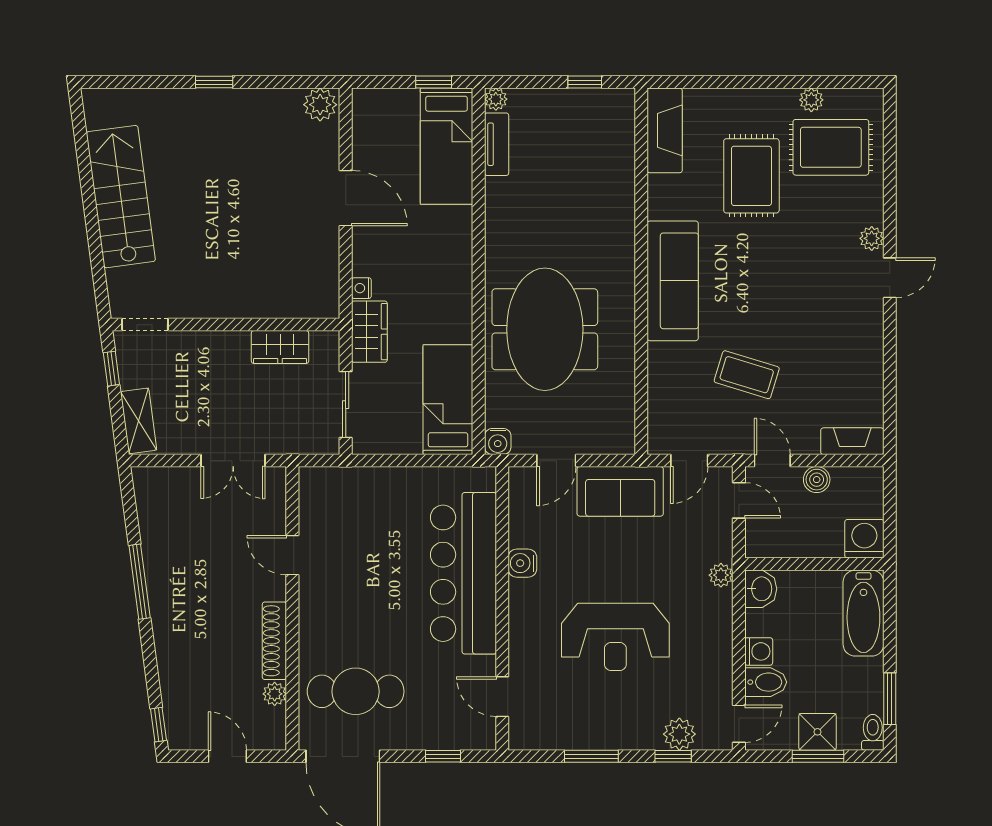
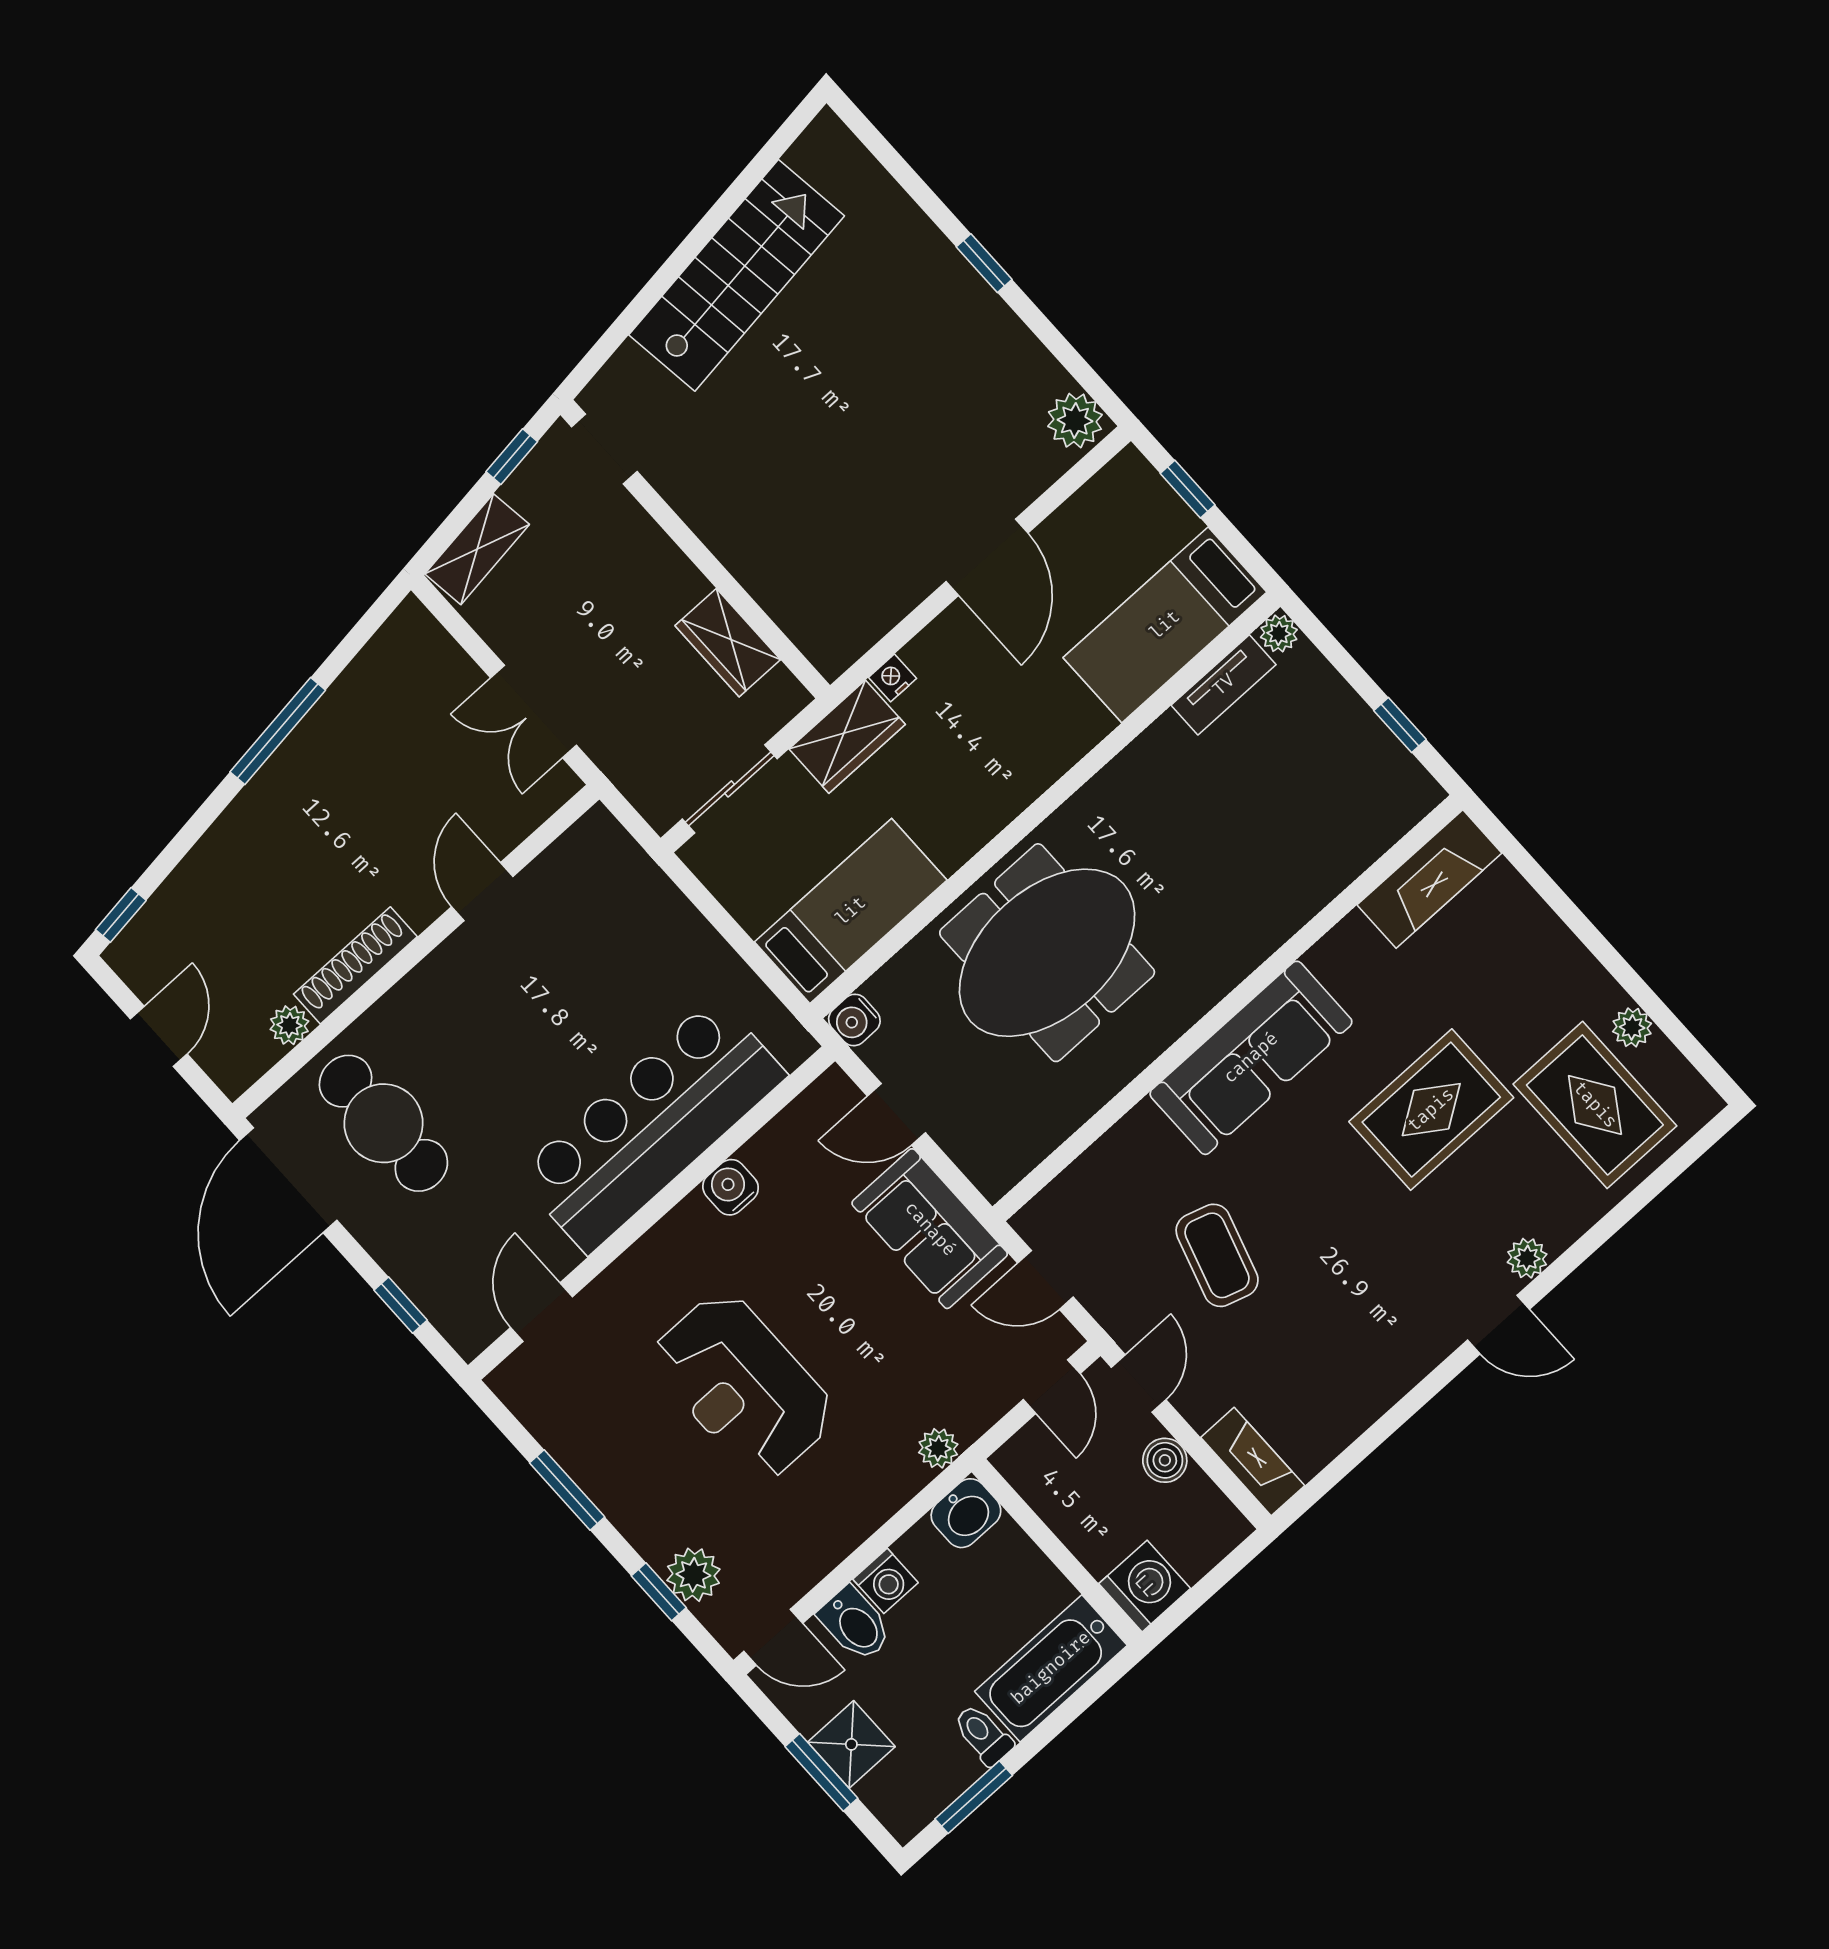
window: (434, 82) -> (1188, 489), moved
rug: (751, 176) -> (1431, 1110), moved
toilet: (873, 732) -> (983, 1735), moved, turned -90

